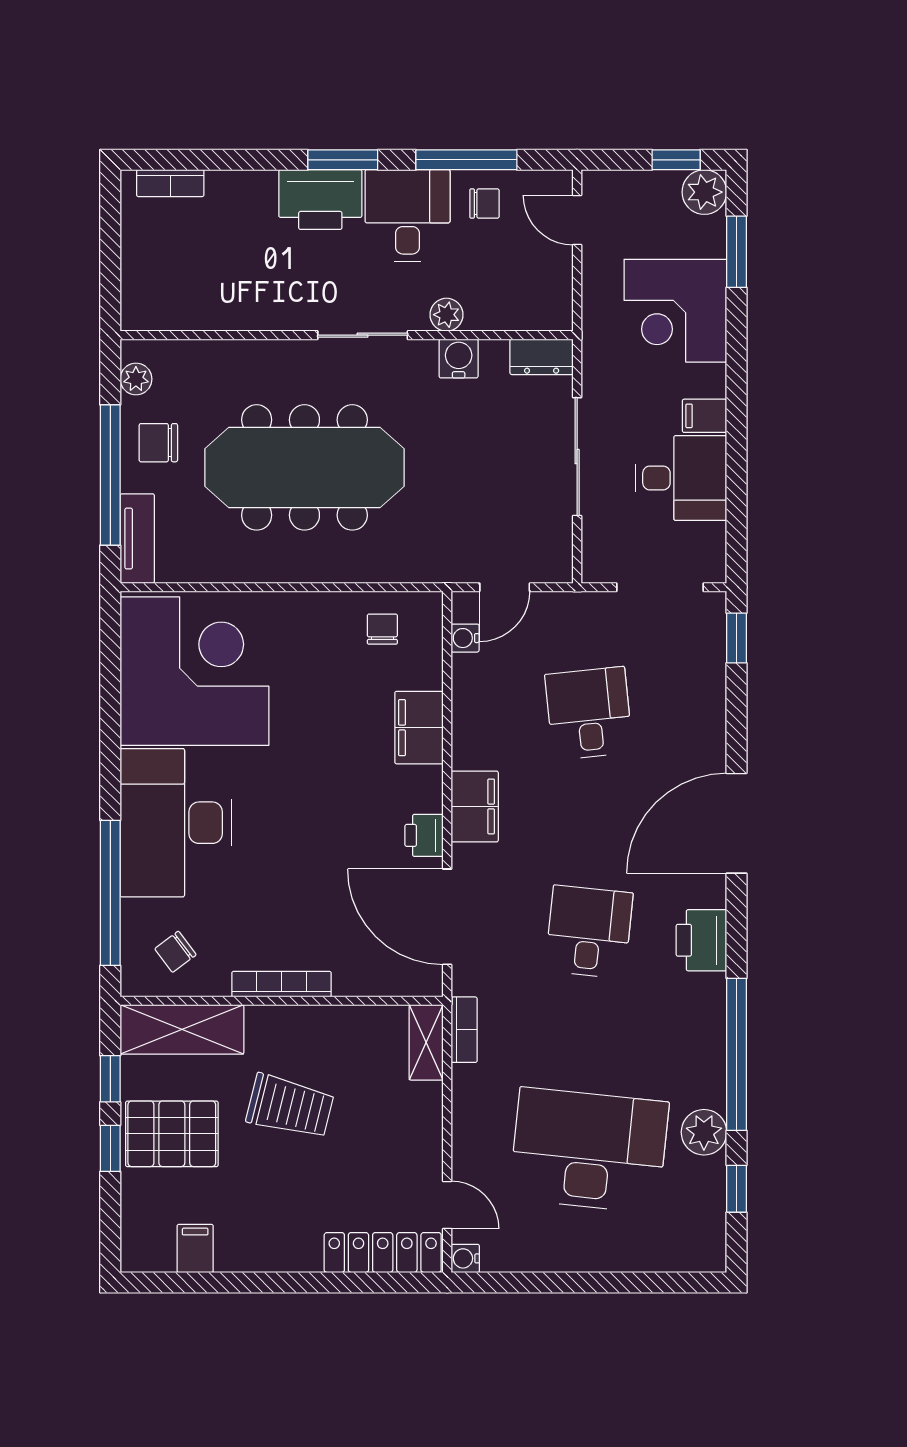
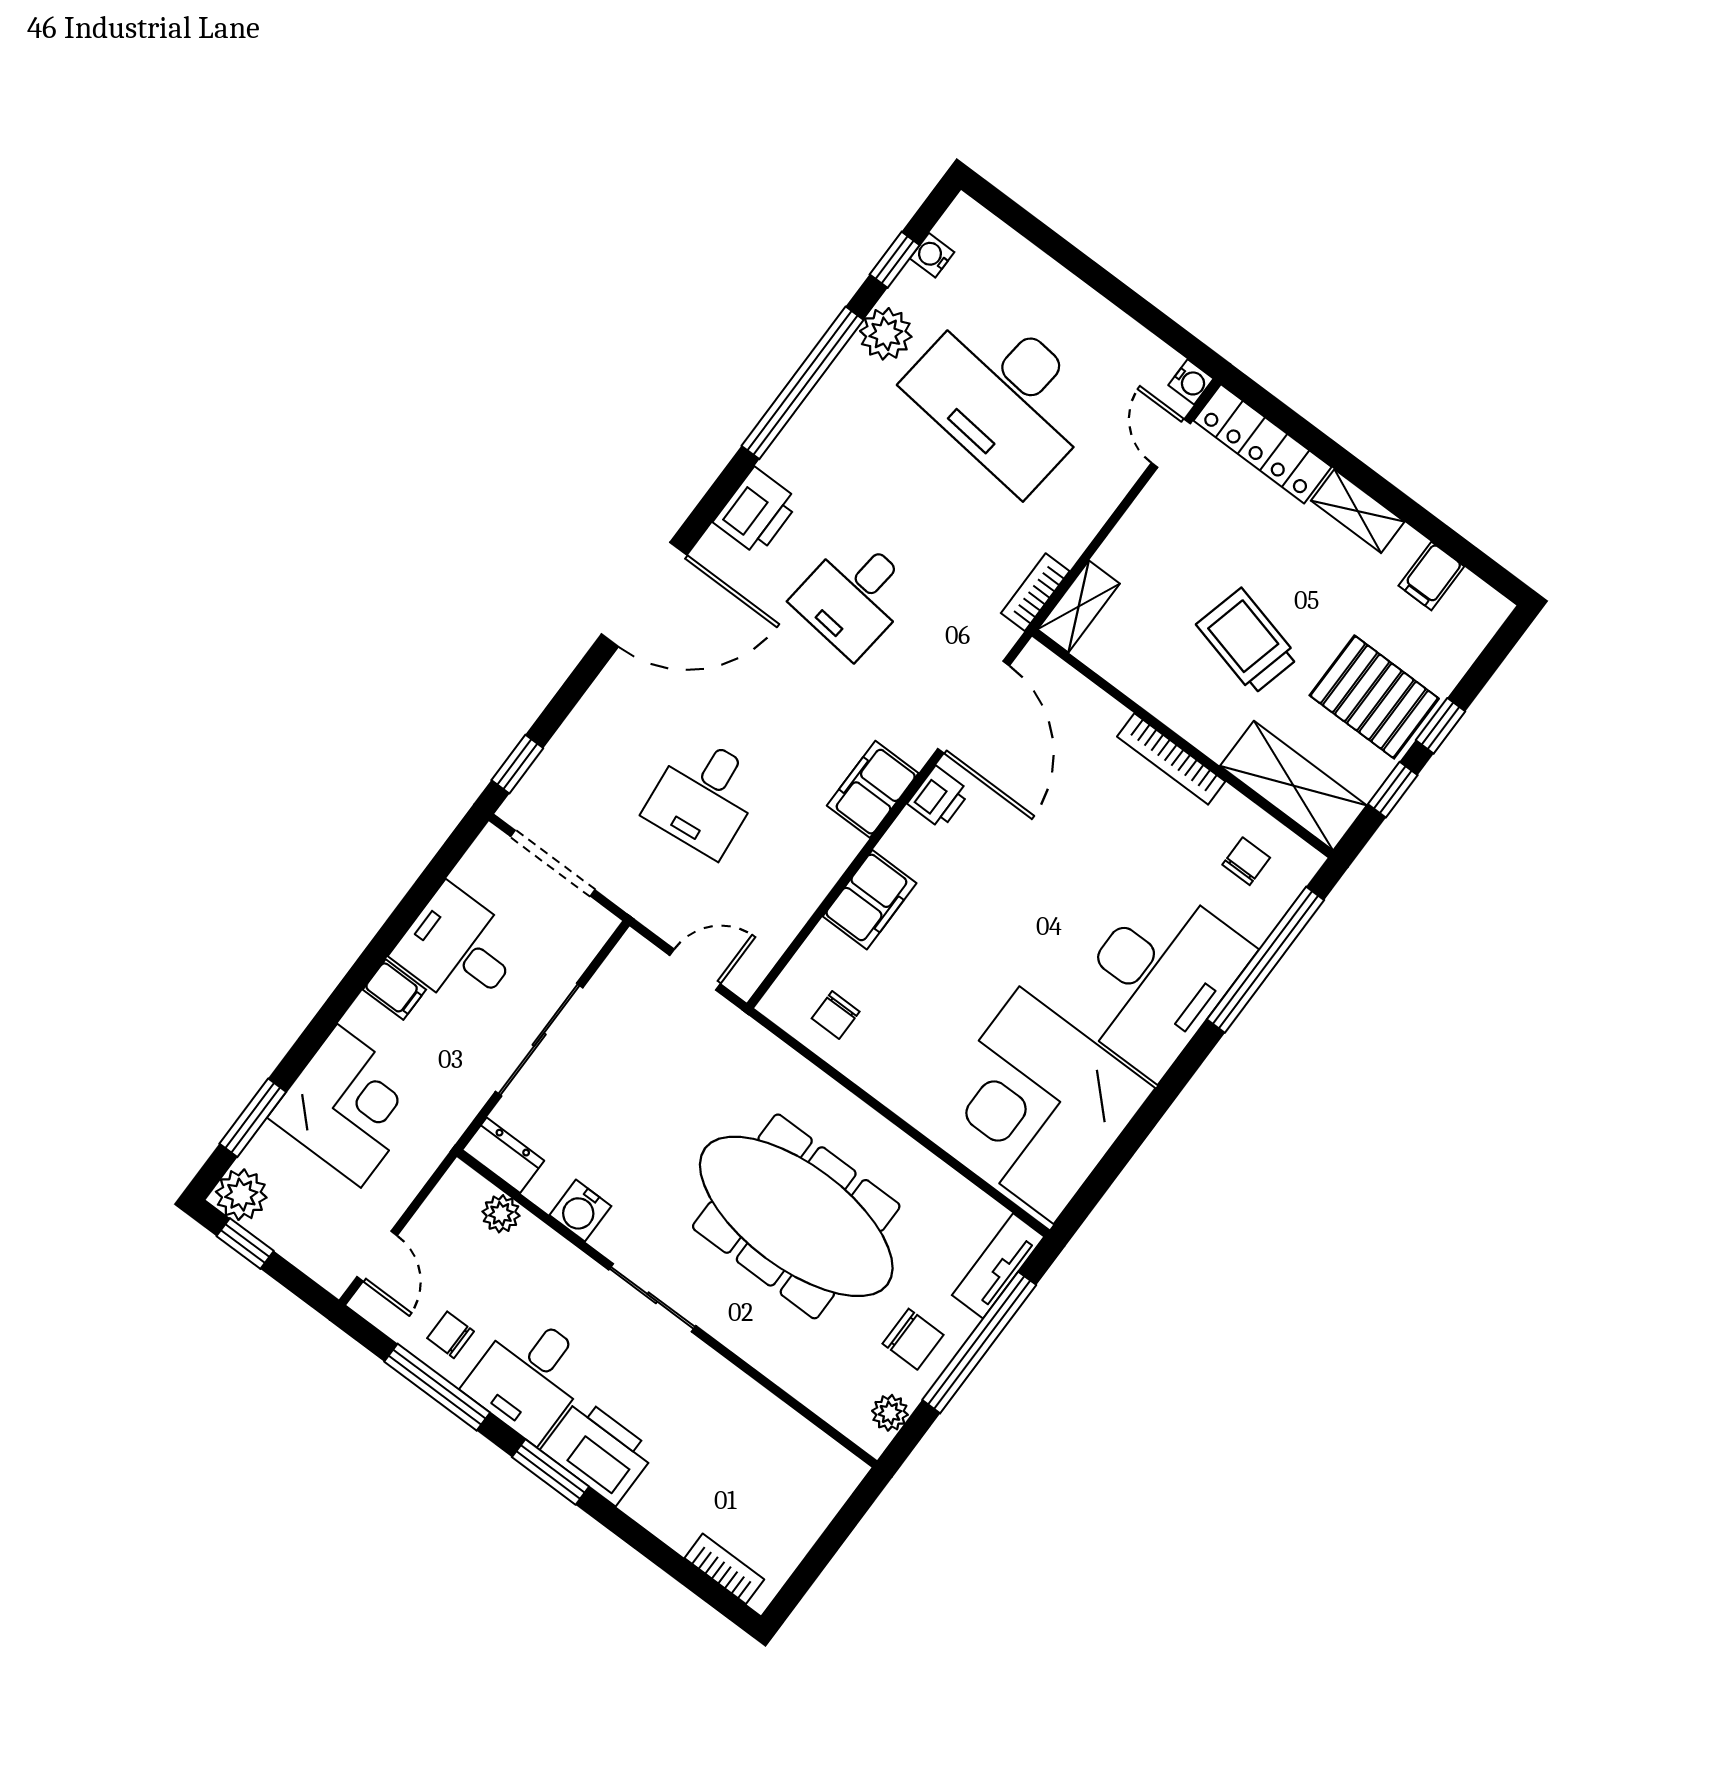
plant: (447, 315) -> (501, 1214), moved
water cooler: (465, 638) -> (932, 255), moved, turned 180
chair: (175, 952) -> (1246, 861), turned -53
shelving: (281, 1255) -> (1358, 511), added

